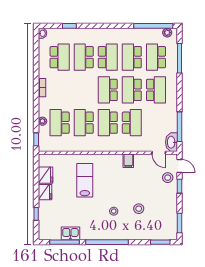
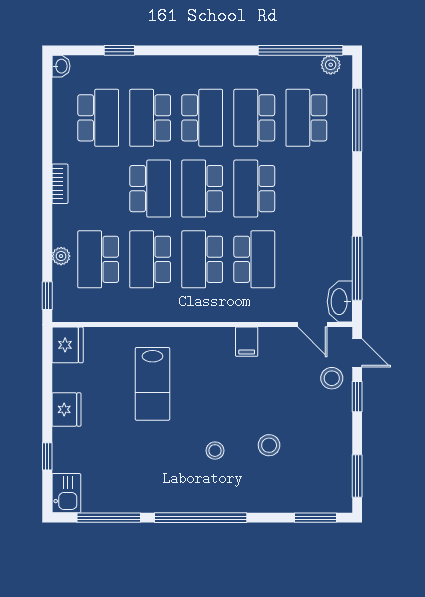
school desk: (156, 90) -> (150, 189), moved
fridge: (45, 175) -> (68, 345), moved
lab bench: (85, 180) -> (152, 384), turned 180
kitchen sink: (70, 233) -> (66, 493), moved, turned 90

